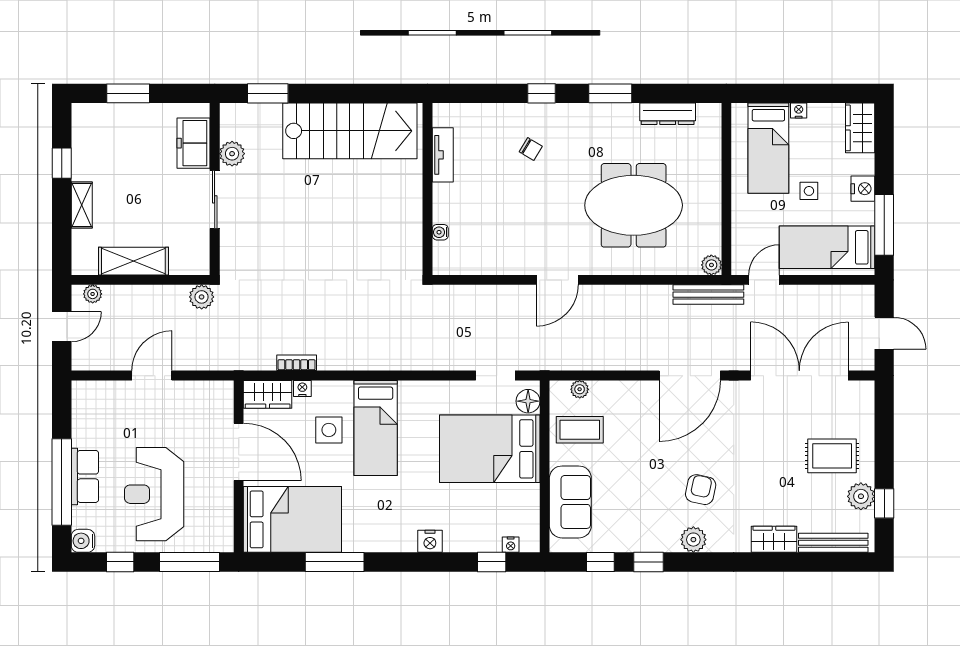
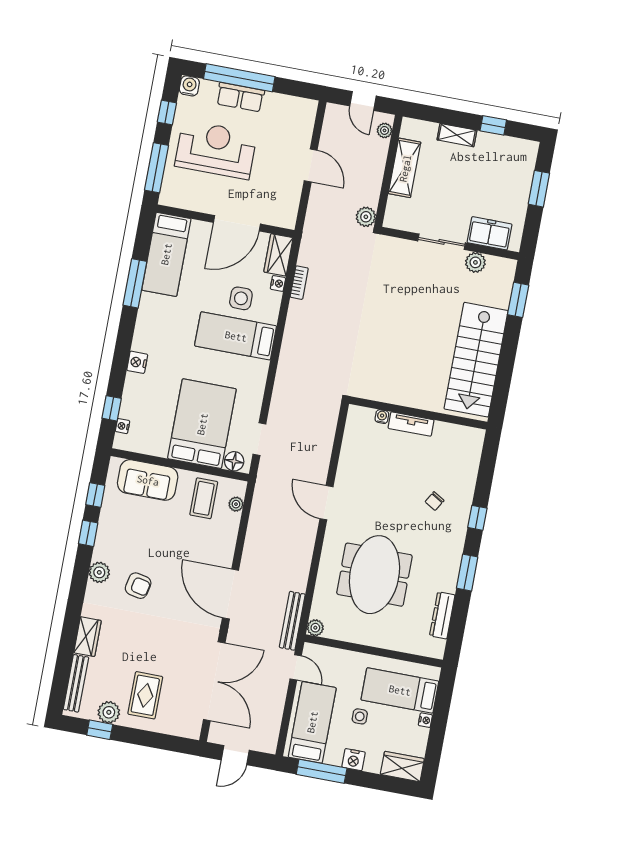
tv unit: (443, 155) -> (411, 424), moved
bed: (292, 519) -> (166, 254), width x0.67

